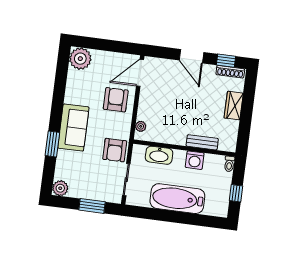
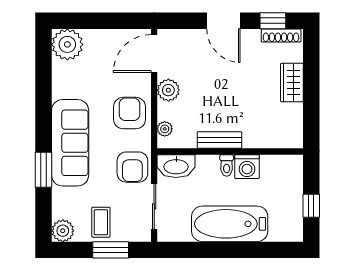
armchair: (116, 100) -> (130, 113), moved
plant: (147, 100) -> (168, 90), added
sofa: (73, 127) -> (70, 143), width x1.36
bench: (202, 142) -> (220, 140), moved
washbasin: (159, 155) -> (176, 166), moved
toilet: (229, 164) -> (227, 165), moved
coffee table: (88, 186) -> (101, 222), added

